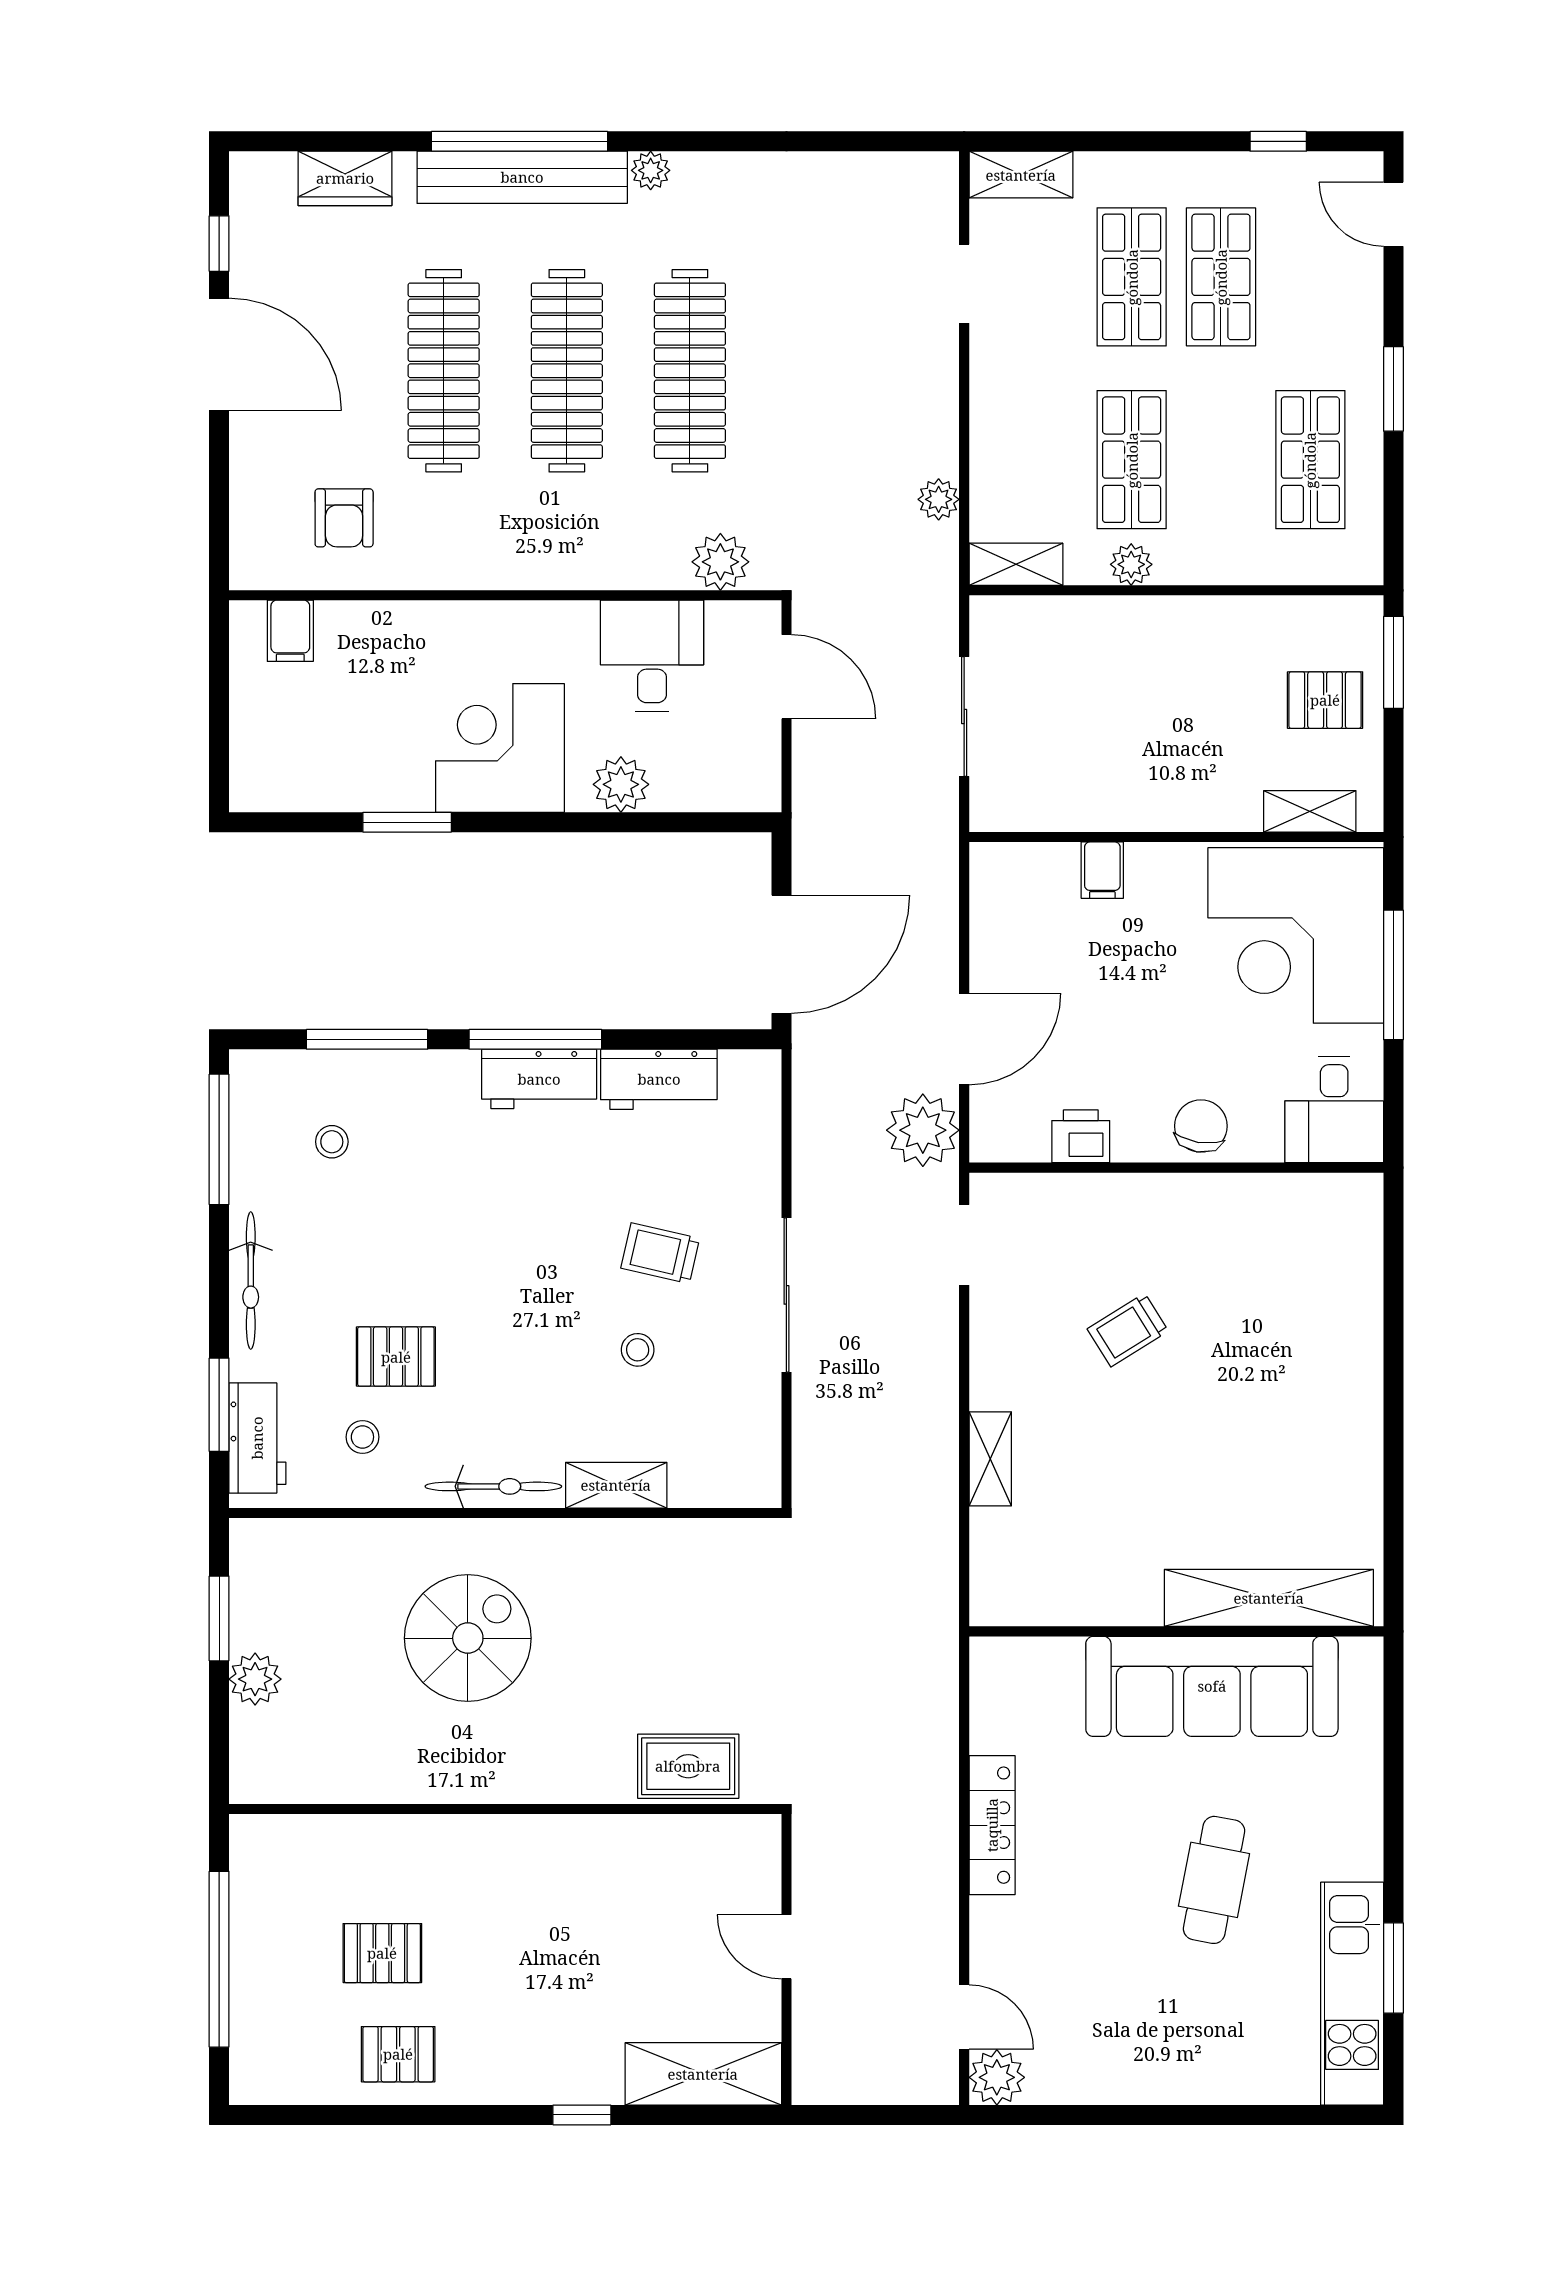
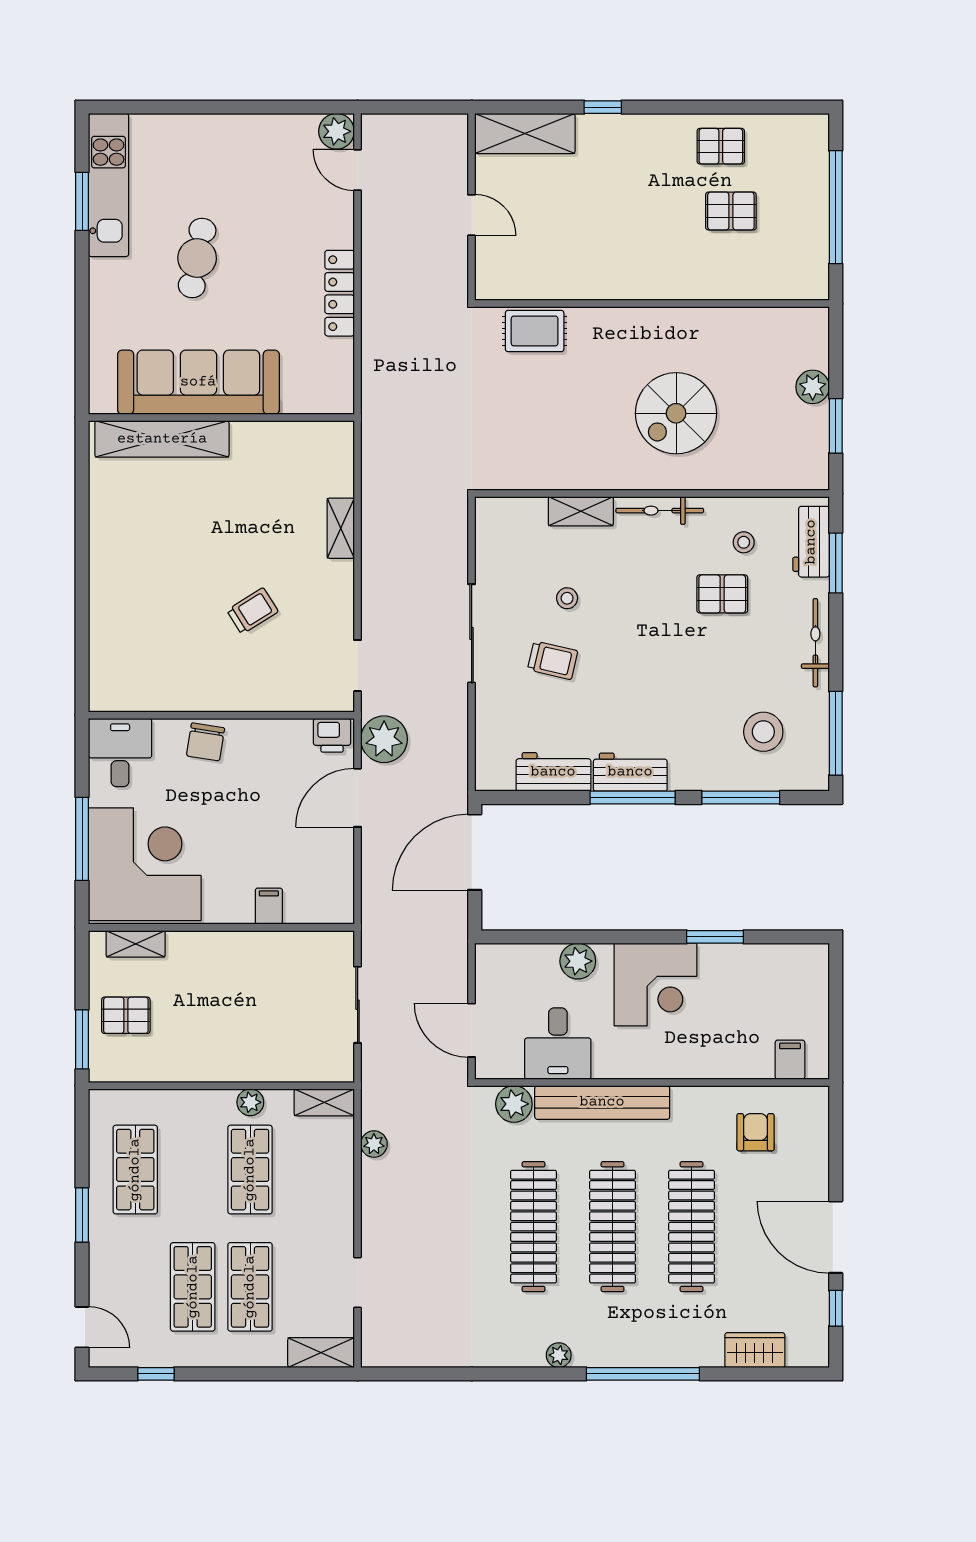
bench: (522, 177) -> (602, 1102), moved
printer: (1081, 1136) -> (332, 735), moved
stool: (332, 1142) -> (763, 732), width x1.89, depth x1.89

